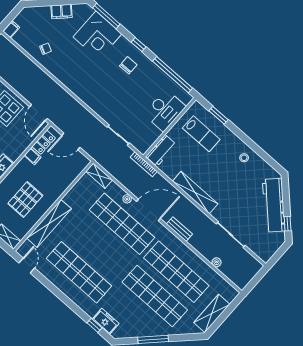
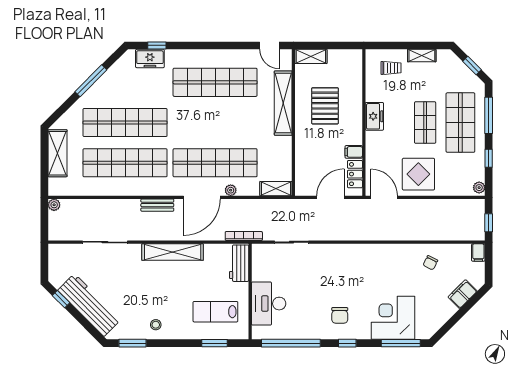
filing cabinet: (62, 11) -> (463, 294), moved
window: (268, 159) -> (132, 343), added
plant: (217, 262) -> (54, 205), moved

